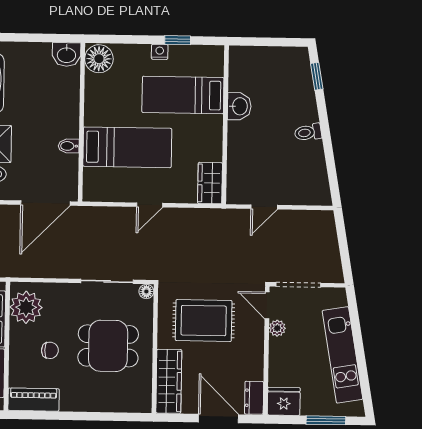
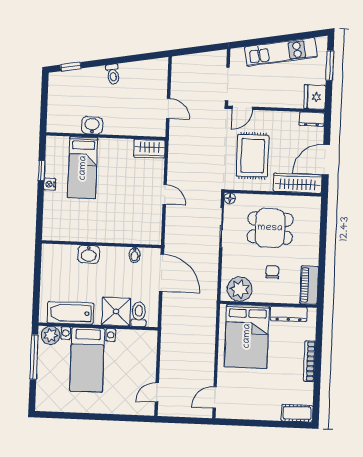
washbasin: (66, 55) -> (89, 254), moved, turned 90
floor lamp: (99, 59) -> (54, 230), removed
bidet: (69, 146) -> (135, 255), moved
bed: (127, 147) -> (121, 210), removed
plant: (277, 328) -> (260, 101), removed
dining table: (108, 346) -> (270, 228), turned 90
door: (218, 418) -> (326, 160), moved

